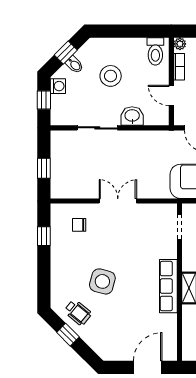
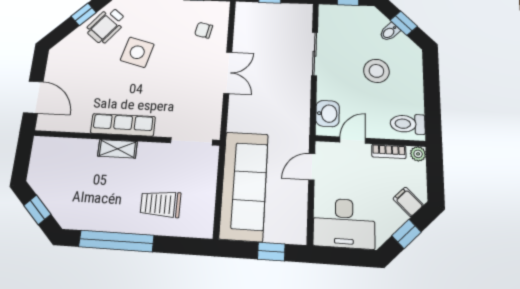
washing machine: (58, 86) -> (364, 14), removed
washbasin: (132, 116) -> (328, 114), moved
chair: (79, 225) -> (204, 30), turned -78
doorway: (179, 227) -> (192, 141), width x1.38
wheelchair: (78, 312) -> (106, 25), width x1.36, depth x1.37

